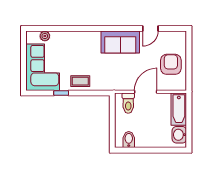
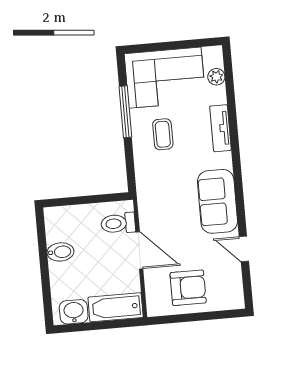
tv unit: (76, 36) -> (220, 128), added
coffee table: (80, 81) -> (163, 134), moved
window: (61, 93) -> (125, 112), width x2.17
bidet: (129, 140) -> (60, 252), moved

